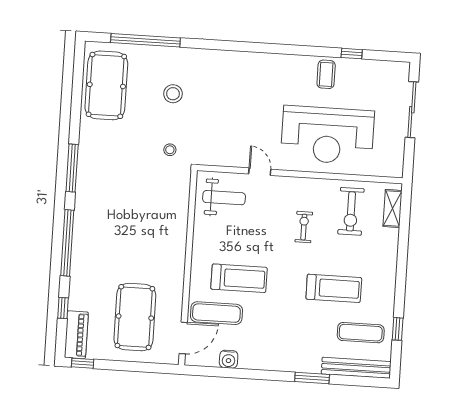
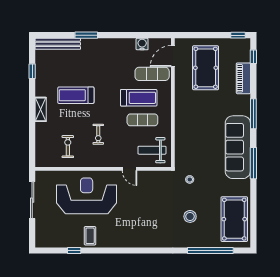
sliding door: (412, 110) -> (32, 200), moved
sofa: (94, 194) -> (238, 147), added
shelving: (393, 208) -> (41, 109), moved
exercise bike: (351, 211) -> (68, 147), width x0.73, depth x0.72
window: (67, 243) -> (253, 114), width x0.68
treadmill: (239, 278) -> (139, 98), turned 180
window: (63, 308) -> (253, 57), moved
exercise mat: (361, 333) -> (142, 120), moved
piano: (76, 335) -> (243, 78), moved

